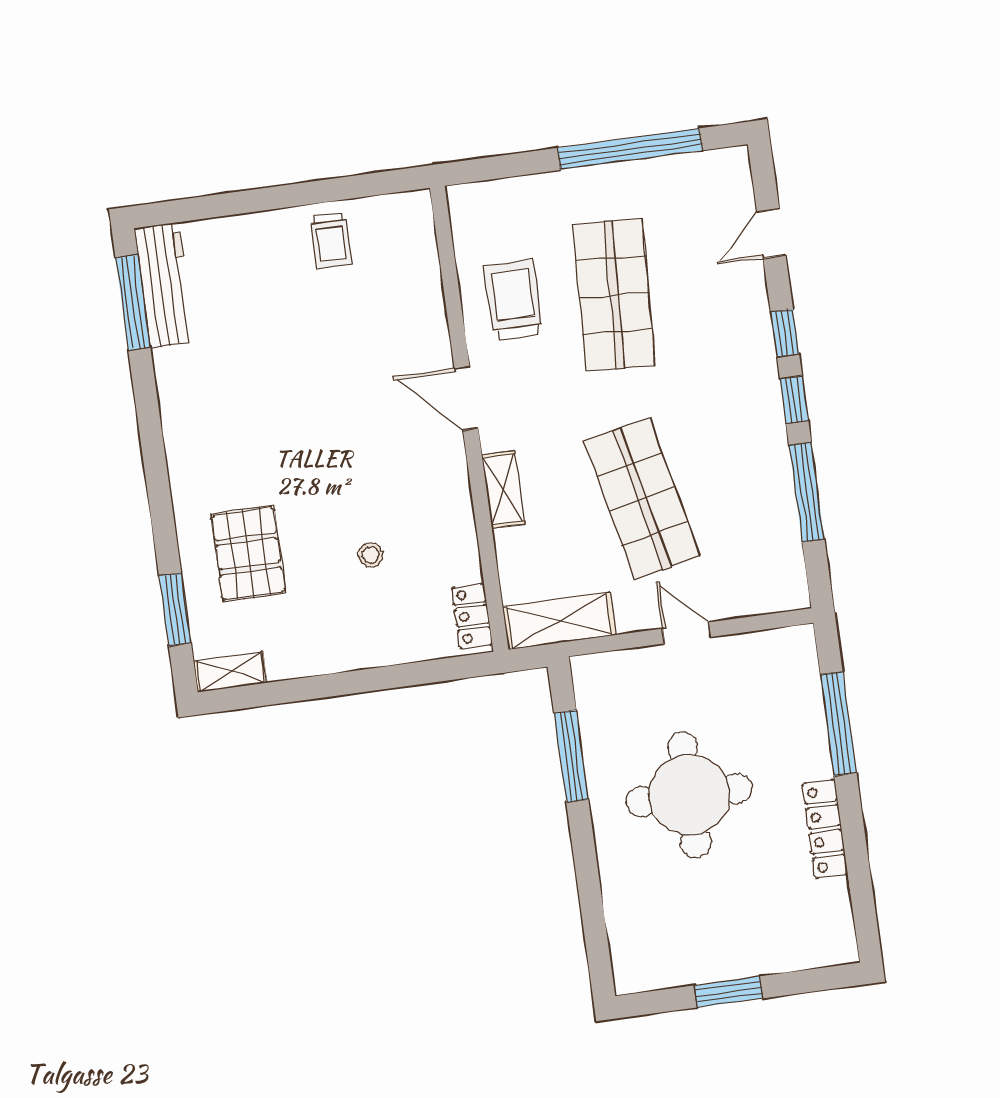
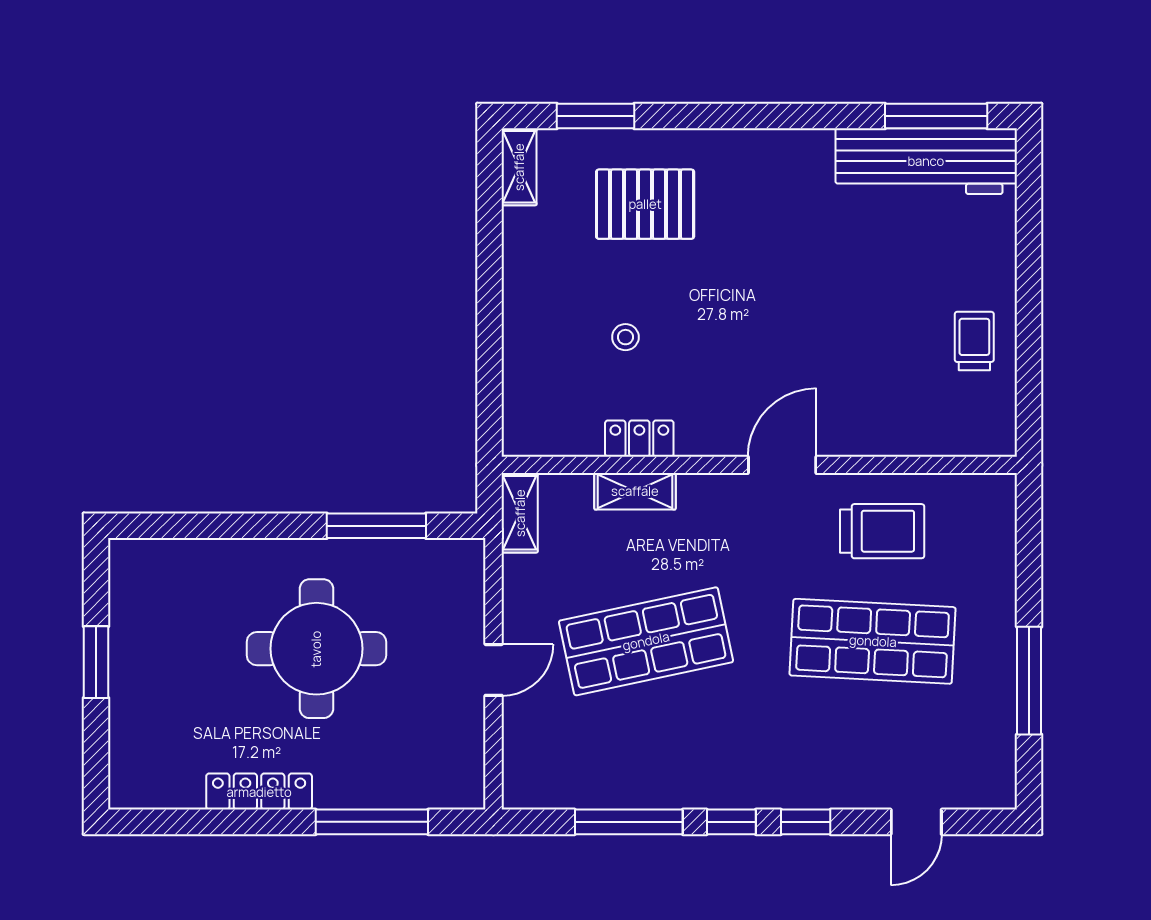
window: (630, 149) -> (1029, 681), width x0.68
door: (771, 233) -> (916, 822), swing flipped
trolley: (331, 240) -> (974, 341), turned 90
workbench: (165, 285) -> (926, 161), width x1.36, depth x1.32
shelving: (503, 490) -> (635, 491), moved
locker: (472, 616) -> (639, 439), moved
shelving: (559, 621) -> (520, 513), width x0.67, depth x0.75

